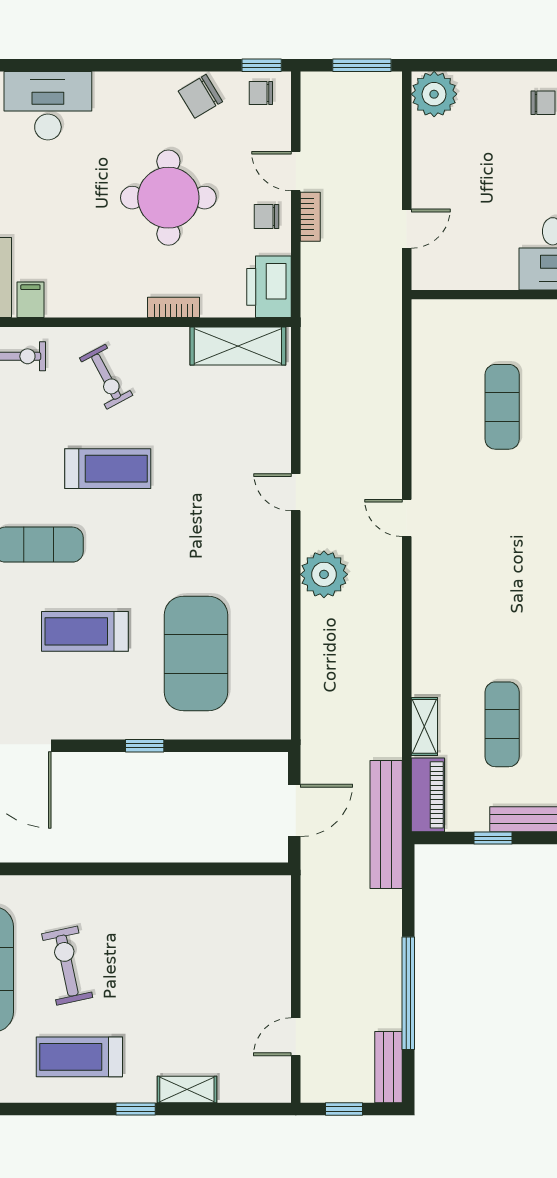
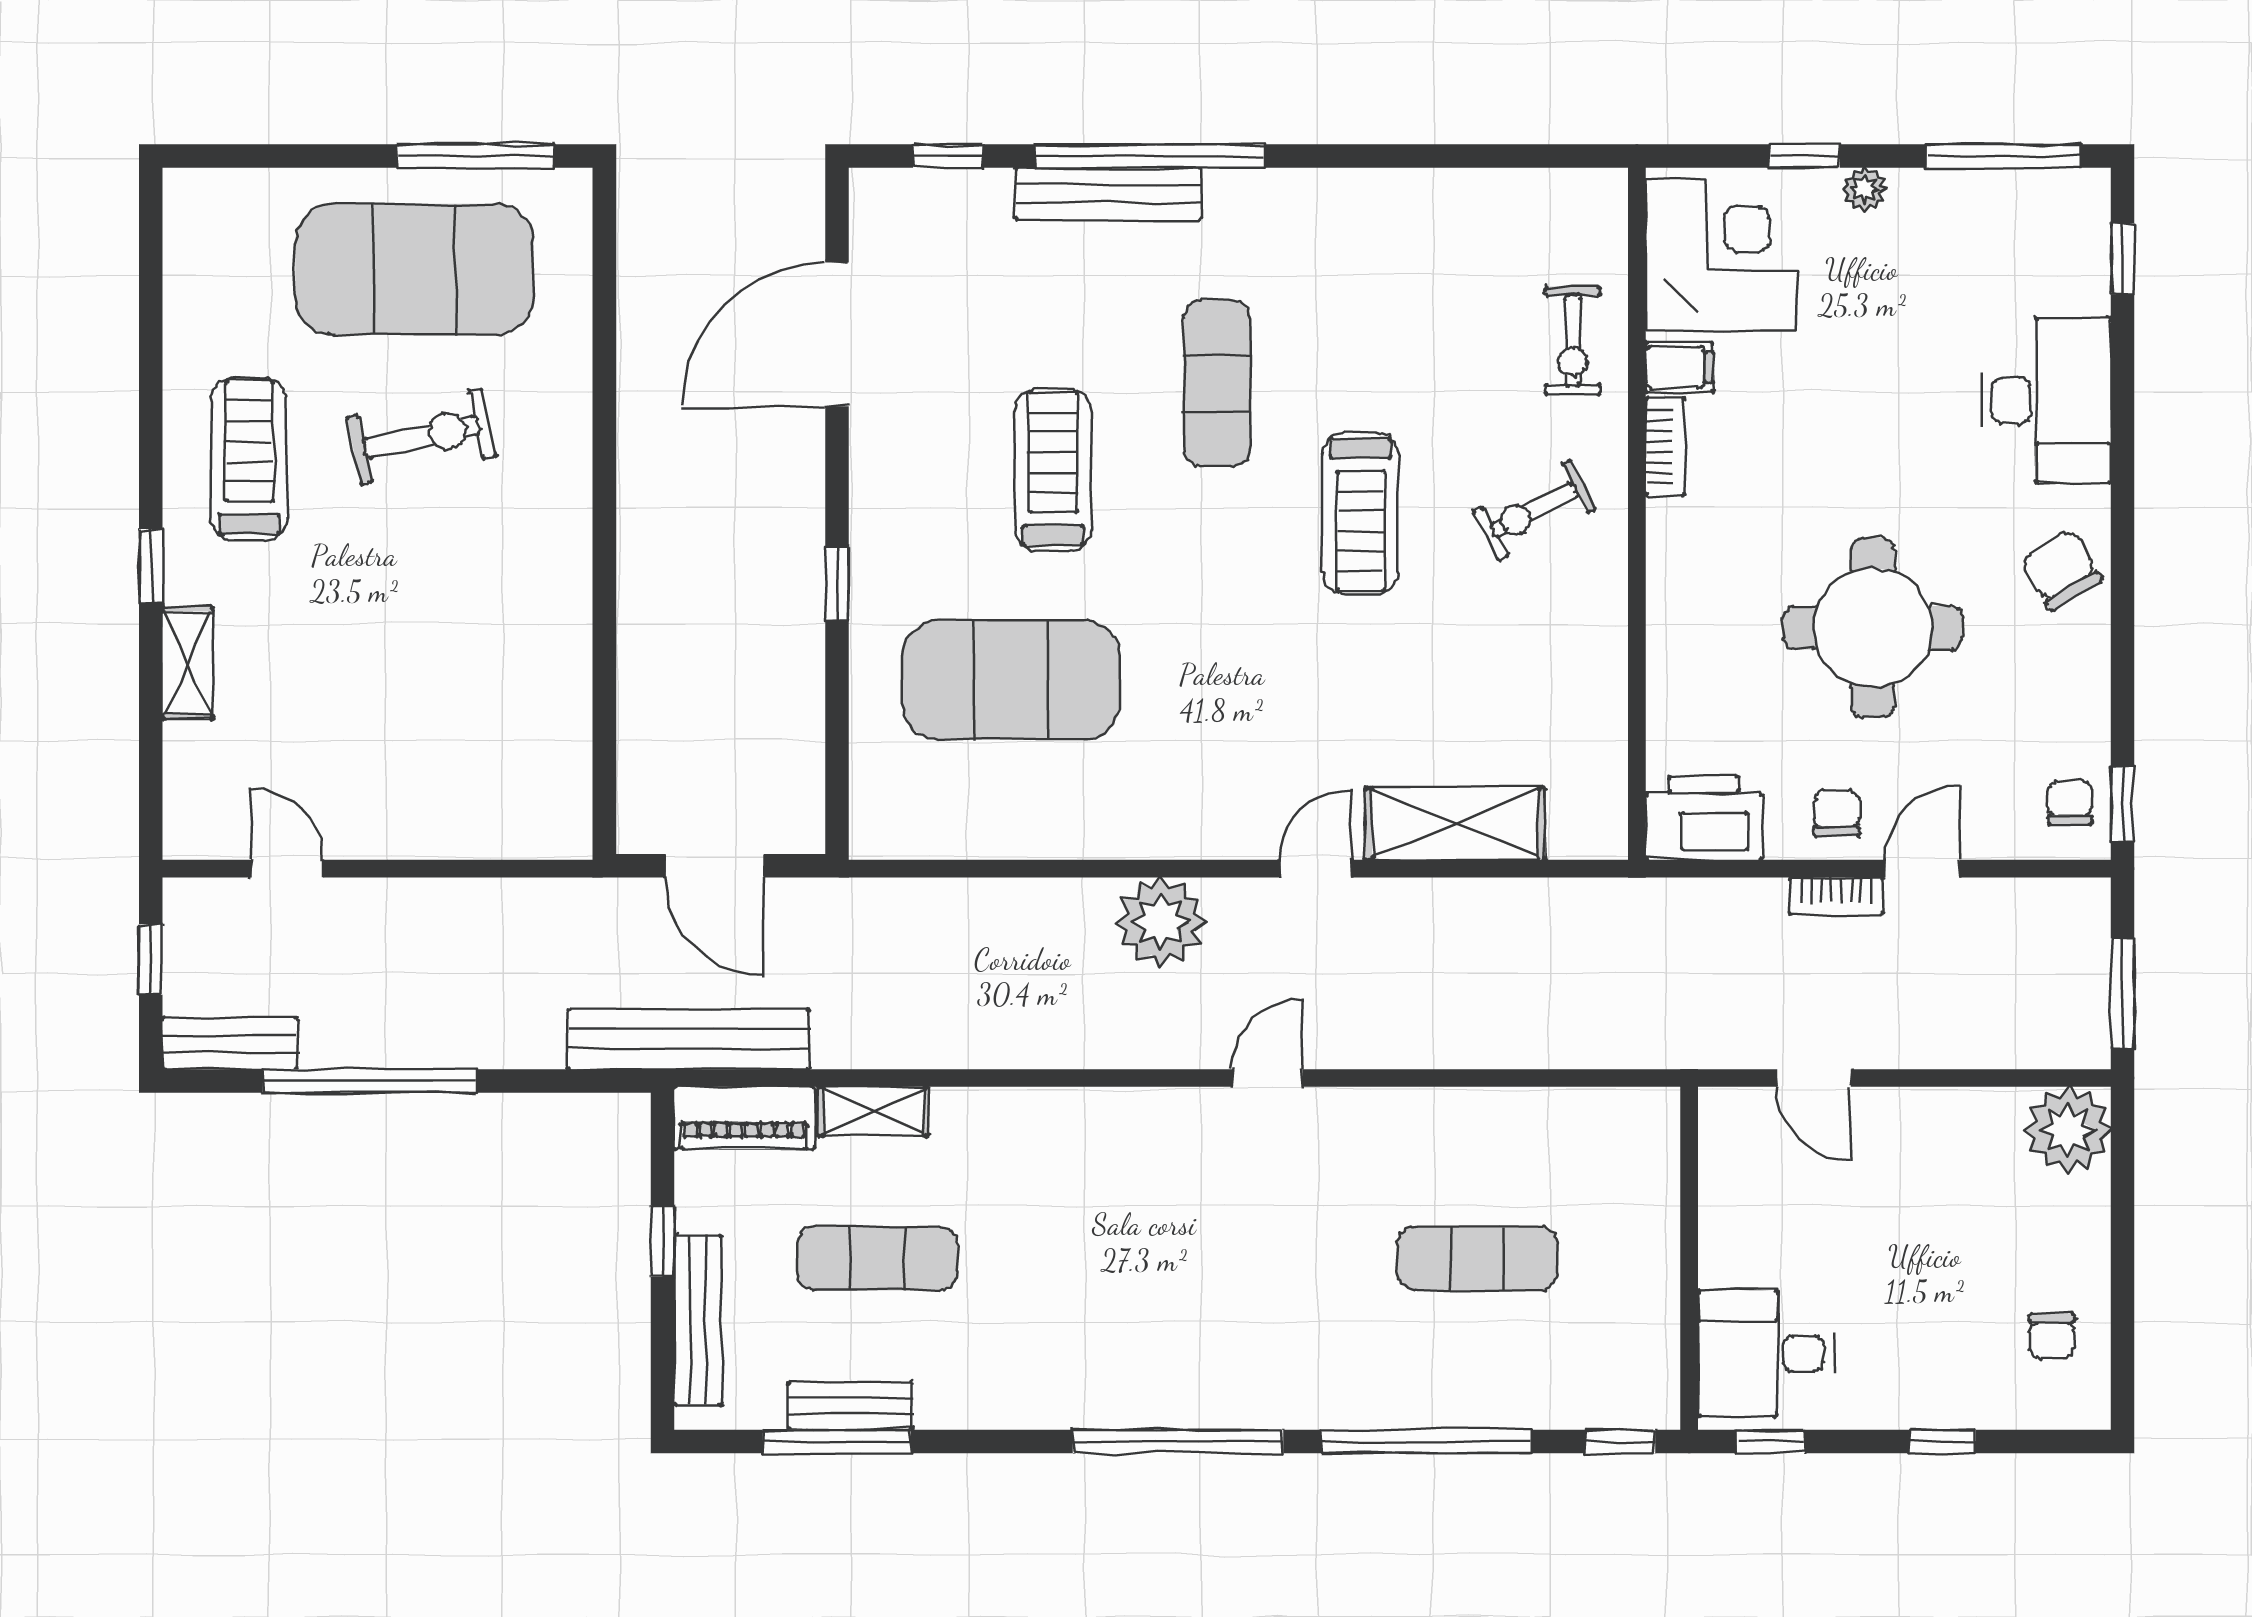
chair: (200, 96) -> (2061, 570), moved
bookcase: (174, 307) -> (1665, 446), moved
shelving: (238, 346) -> (1455, 824), moved, turned 90

